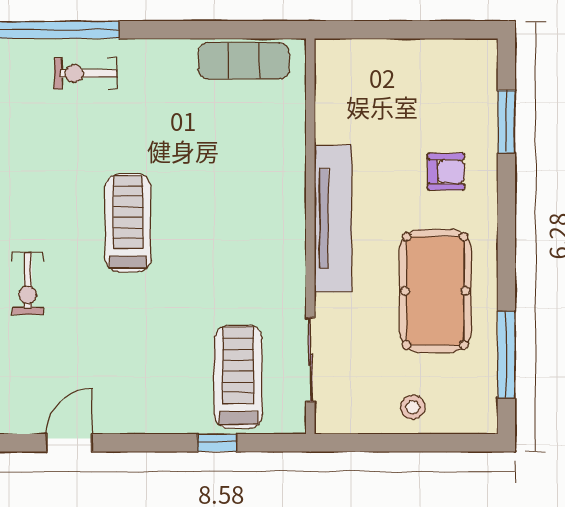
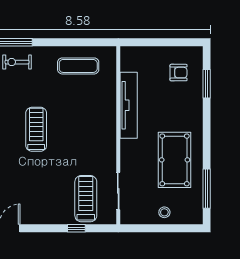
exercise mat: (244, 61) -> (78, 66), moved
armchair: (446, 172) -> (179, 73), moved
tv unit: (333, 219) -> (129, 105), moved

